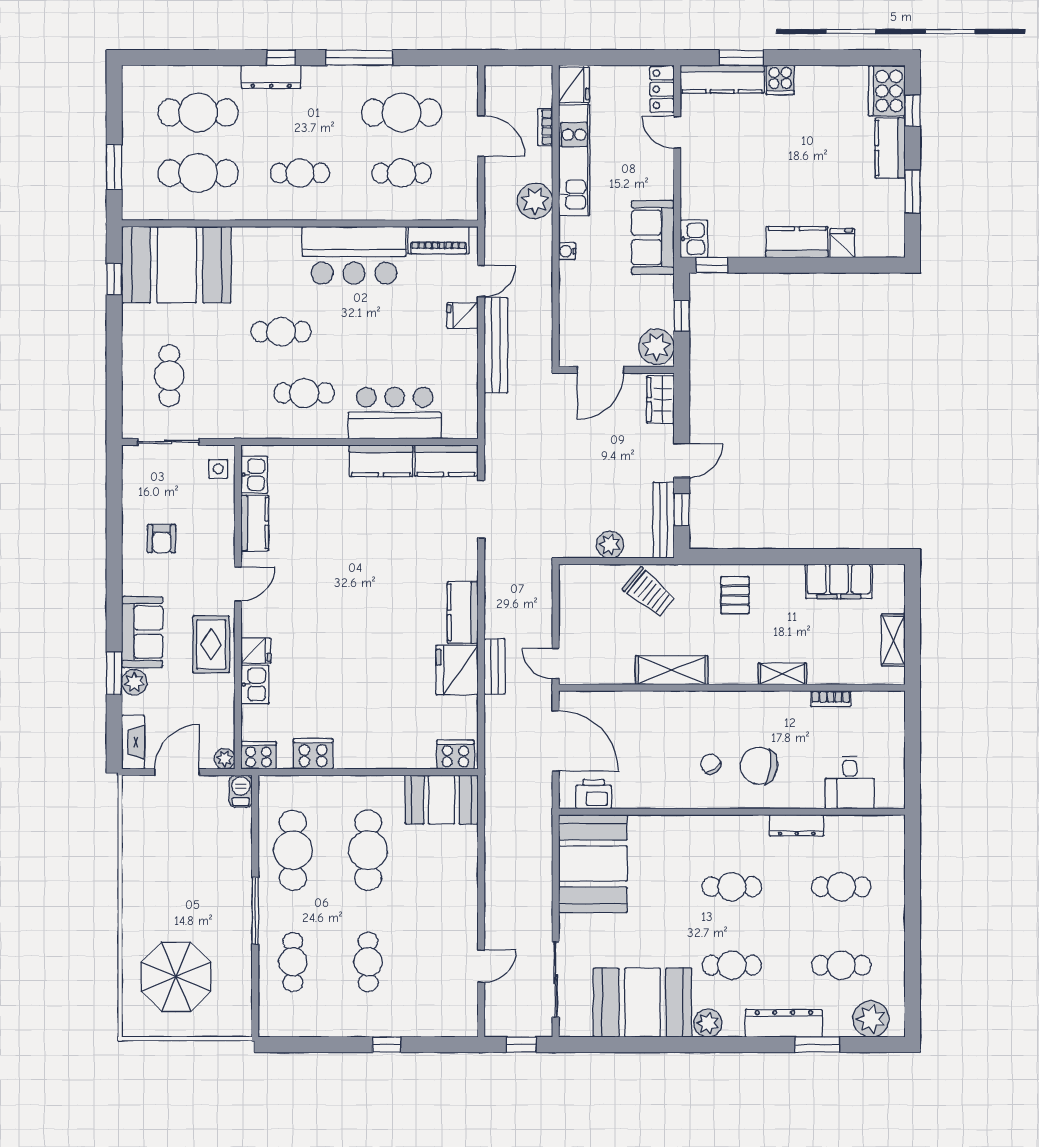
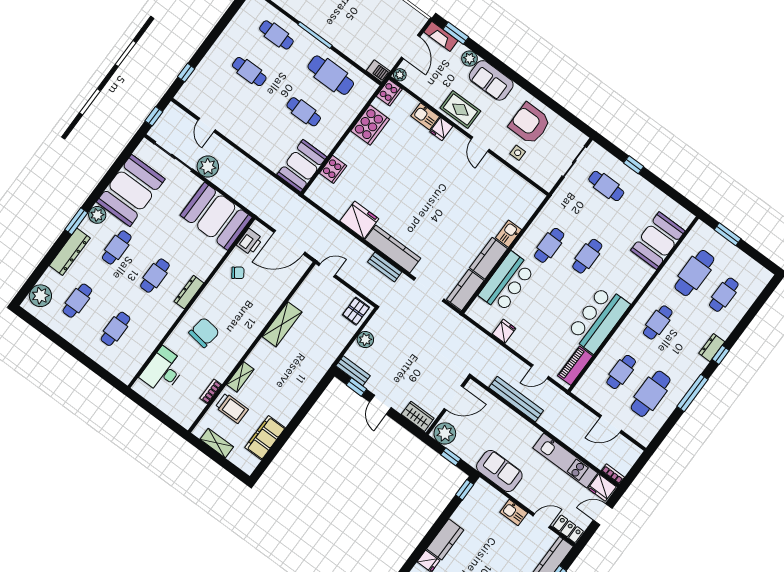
door: (609, 58) -> (603, 514), added
dresser: (271, 77) -> (712, 348), width x0.70
cafe table: (198, 113) -> (724, 295), width x0.73, depth x0.74
bookcase: (545, 127) -> (613, 474), moved
plant: (535, 201) -> (208, 166), moved
kitchen sink: (694, 239) -> (514, 513), moved
water cooler: (567, 251) -> (524, 424), removed
booth: (177, 265) -> (658, 241), width x0.73, depth x0.70
window: (114, 279) -> (634, 165), moved
door: (481, 281) -> (540, 372), hinge flipped
fridge: (463, 316) -> (504, 331), moved
bench: (496, 345) -> (516, 399), moved
door: (600, 370) -> (454, 398), swing flipped
side table: (218, 469) -> (518, 153), moved
kitchen sink: (254, 475) -> (509, 234), moved, turned 90
bench: (664, 520) -> (353, 371), width x0.73
kitchen counter: (255, 523) -> (504, 174), removed
armchair: (162, 539) -> (530, 124), width x1.88, depth x1.88
trolley: (649, 592) -> (232, 408), moved, turned -129
pallet: (735, 595) -> (356, 311), moved, turned 90
kitchen counter: (463, 613) -> (393, 249), width x1.50
bench: (495, 667) -> (385, 267), moved
window: (114, 673) -> (456, 33), moved
cooker: (313, 754) -> (370, 125), width x1.37, depth x1.31
cooker: (455, 755) -> (333, 169), moved
chair: (711, 764) -> (238, 273), moved
desk: (850, 782) -> (163, 371), width x1.37
dresser: (797, 825) -> (189, 292), moved
cafe table: (368, 850) -> (304, 112), width x0.73, depth x0.74
window: (387, 1045) -> (186, 73), moved
window: (817, 1045) -> (76, 221), moved

